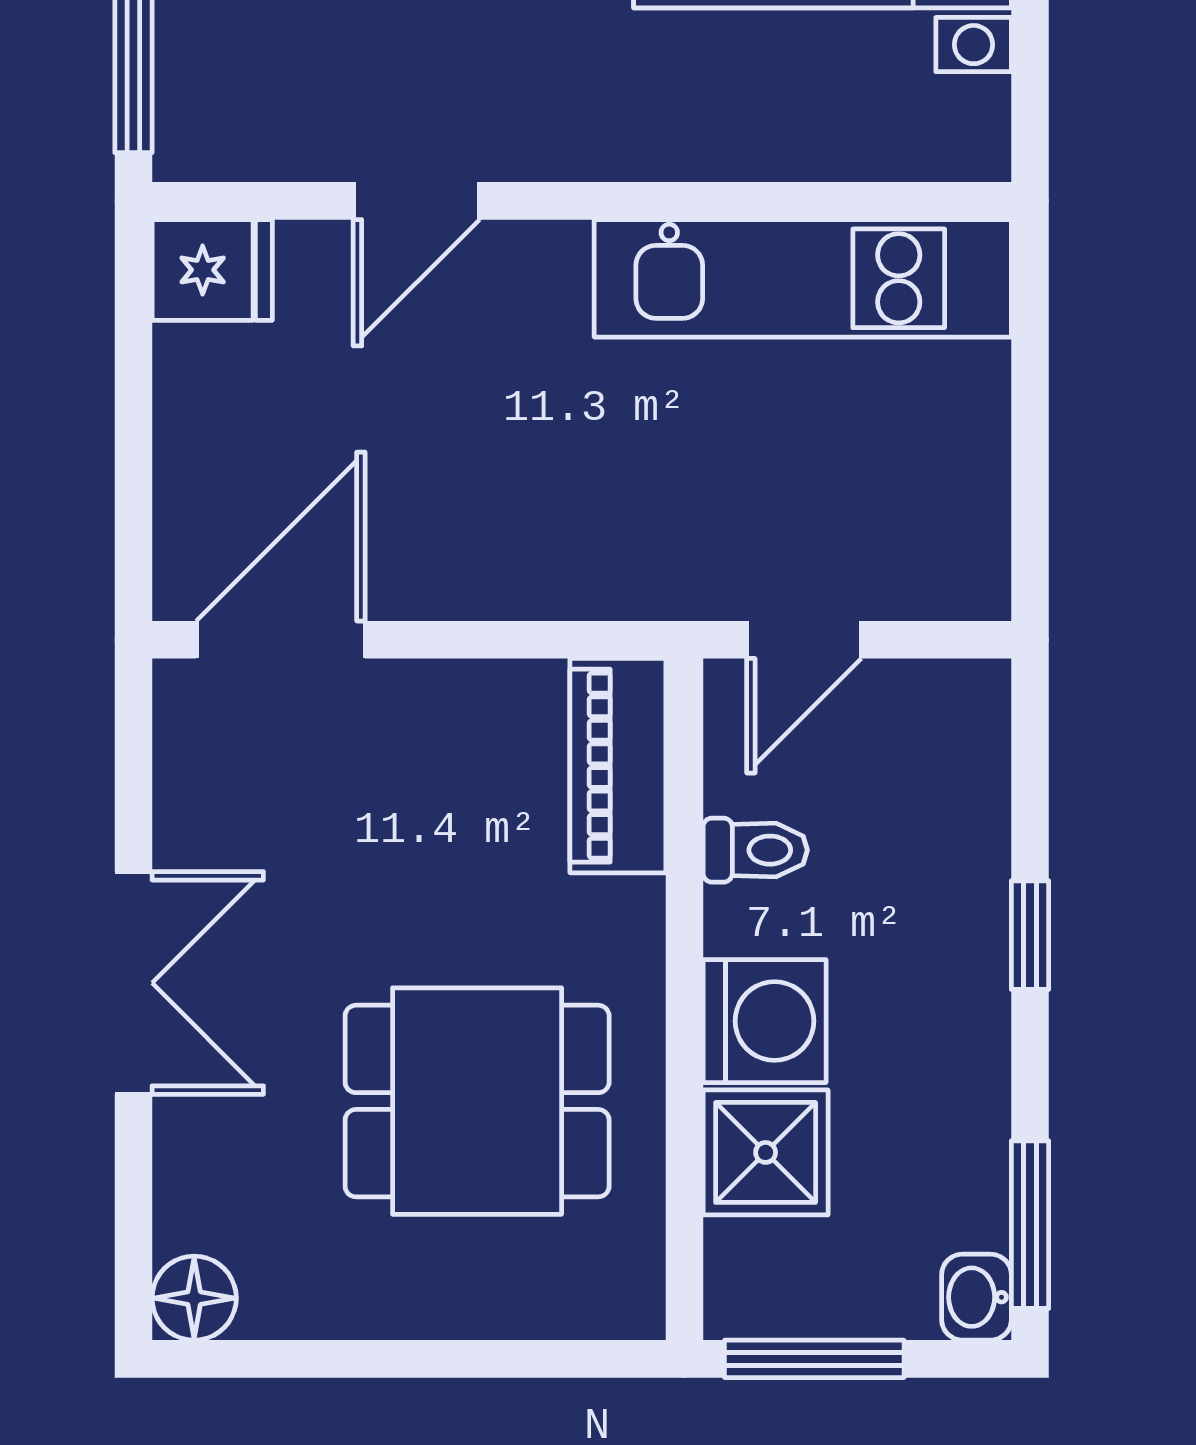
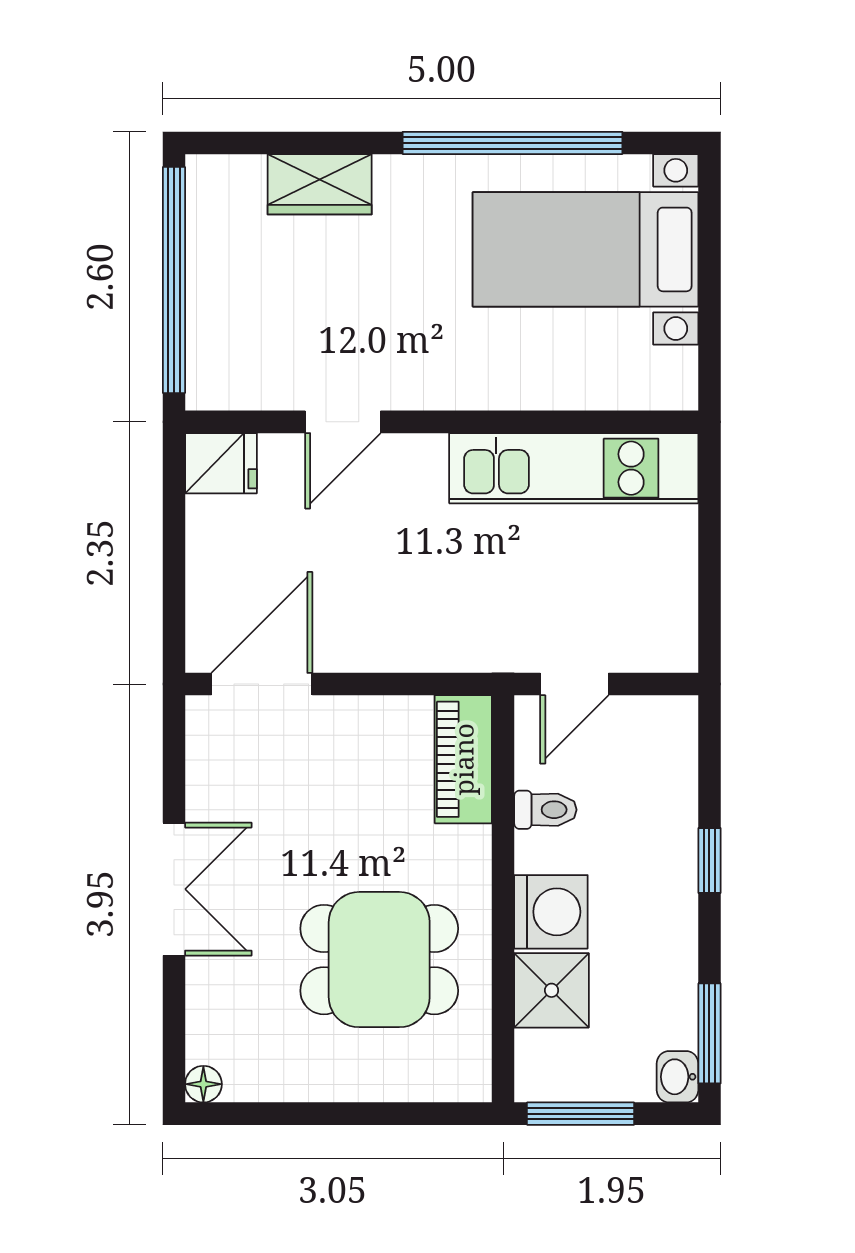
floor lamp: (194, 1298) -> (203, 1084), width x0.73, depth x0.73

